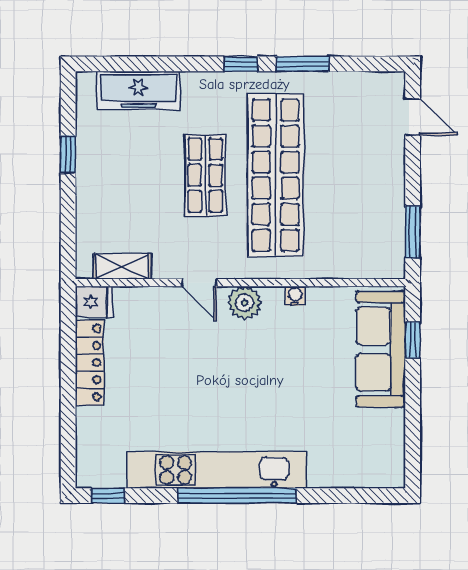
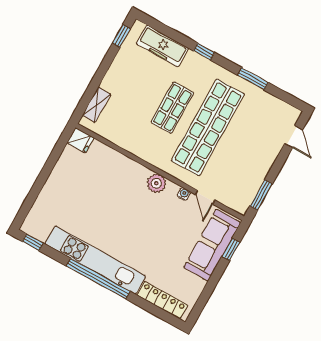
window: (241, 64) -> (204, 52), moved
window: (68, 154) -> (121, 36), moved
shelving: (122, 266) -> (96, 105), moved, turned 90
door: (199, 283) -> (205, 197), moved
locker: (90, 363) -> (162, 300), moved, turned -90

